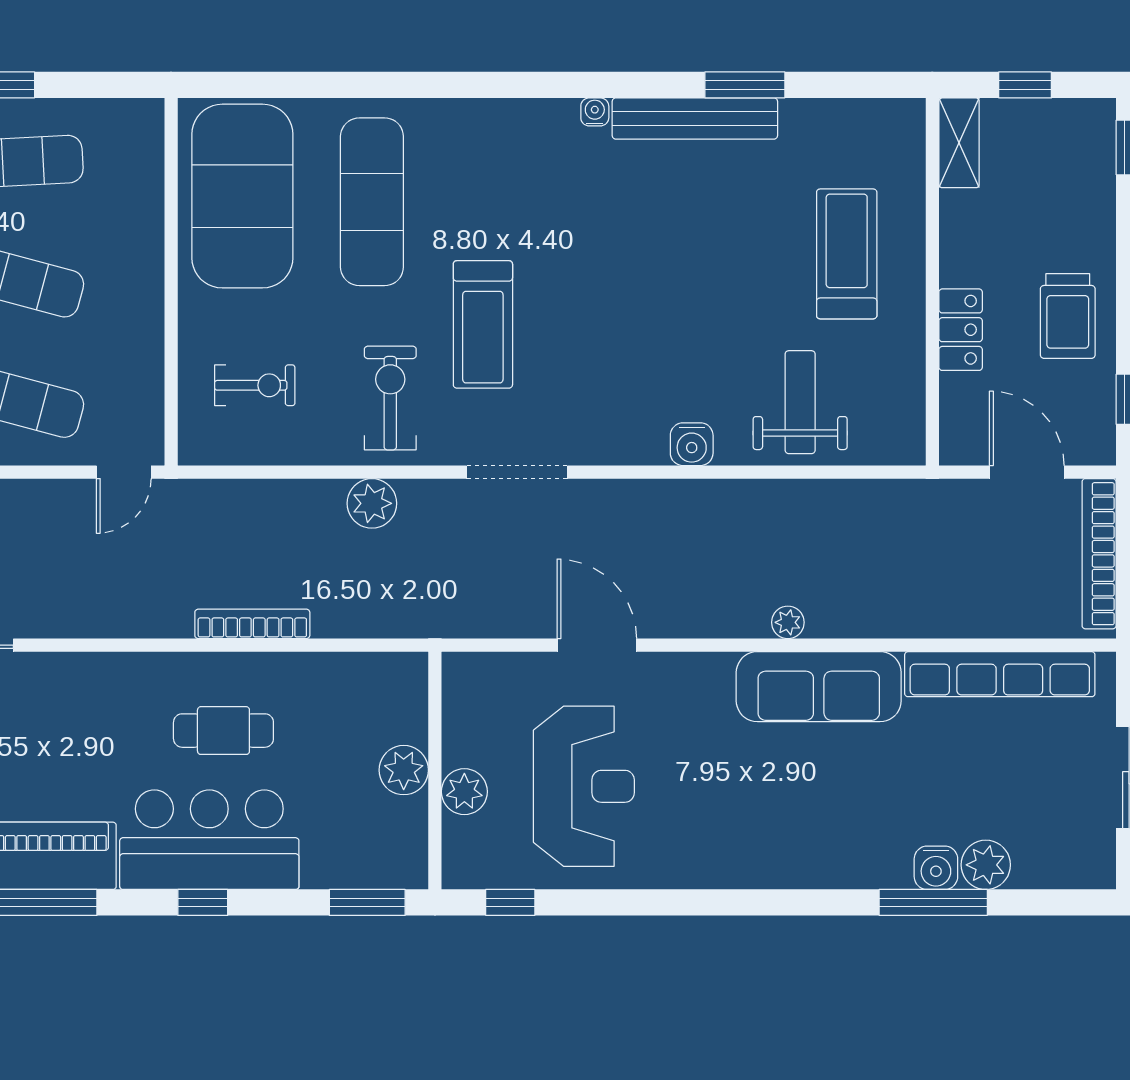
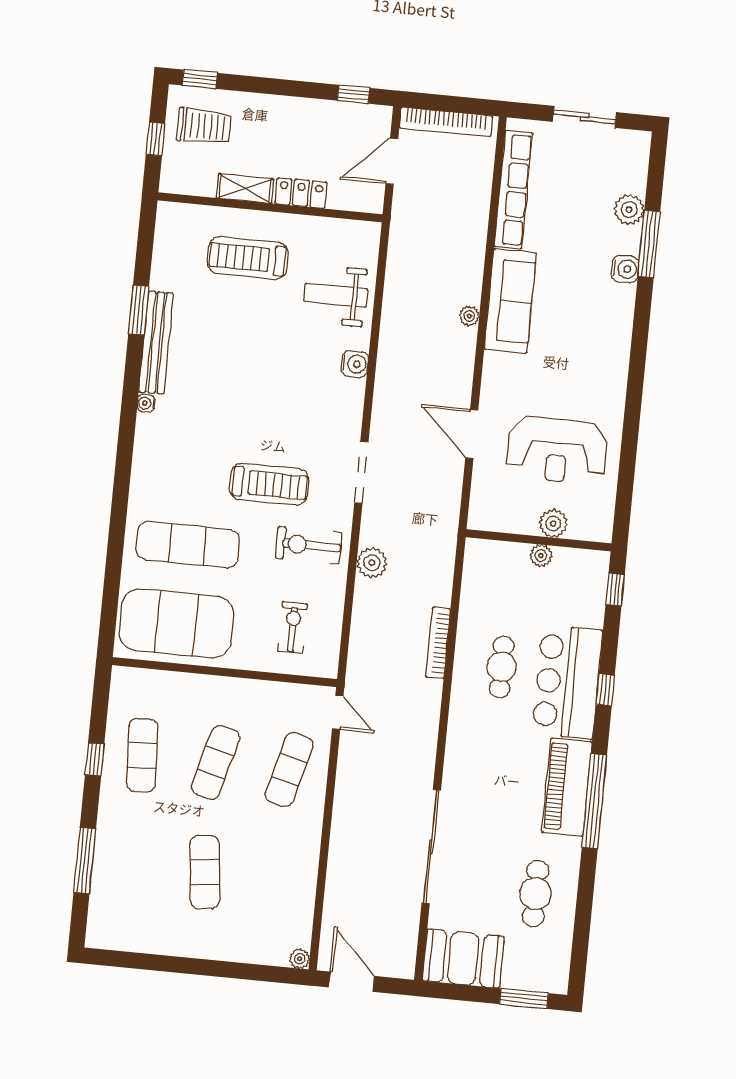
shelving: (959, 143) -> (245, 188), moved
trolley: (1068, 316) -> (204, 126), moved
door: (597, 645) -> (472, 434), hinge flipped
plant: (404, 770) -> (541, 556), width x0.73, depth x0.73
reception desk: (584, 786) -> (557, 450), turned 180
water cooler: (936, 868) -> (625, 269), moved
window: (367, 902) -> (615, 589), width x0.67
window: (510, 902) -> (624, 502), removed

